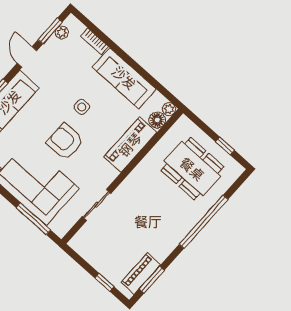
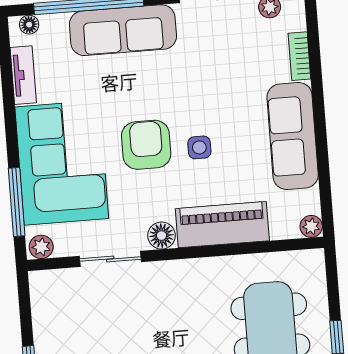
side table: (82, 107) -> (199, 147), moved
floor lamp: (157, 120) -> (162, 236), moved
plant: (62, 228) -> (41, 247), added

